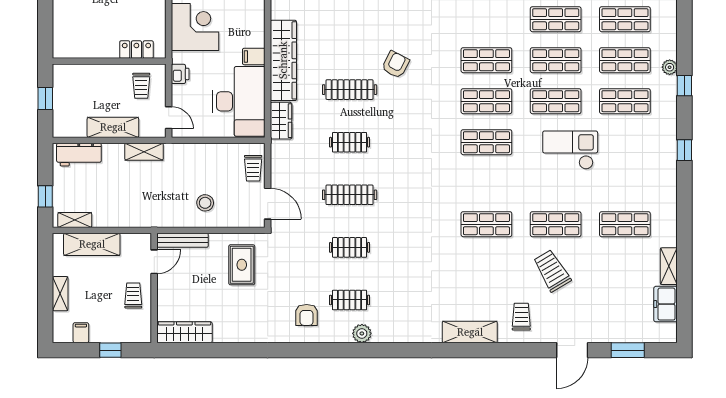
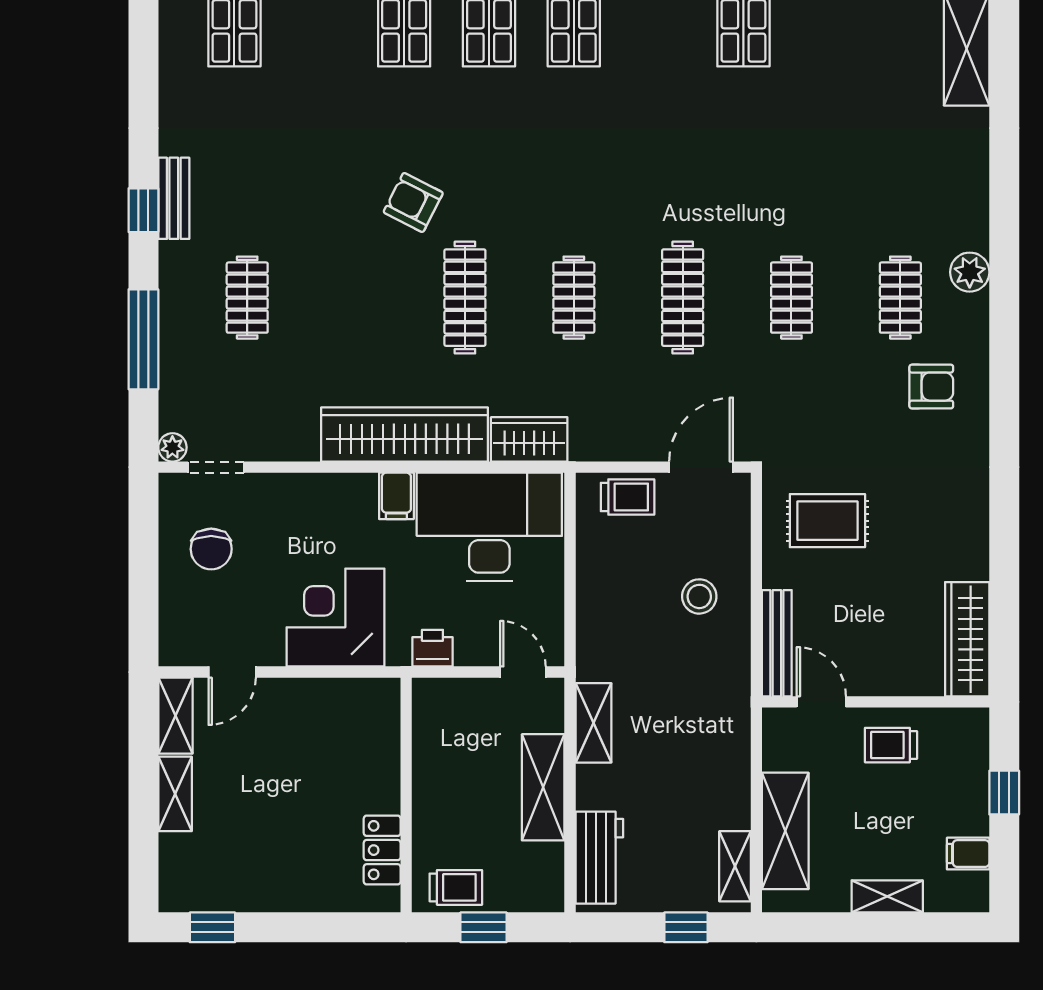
locker: (136, 50) -> (382, 850), moved
trolley: (141, 86) -> (456, 887), moved
door: (169, 118) -> (523, 672), hinge flipped

